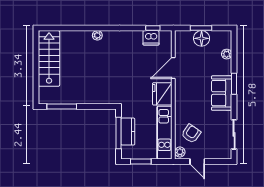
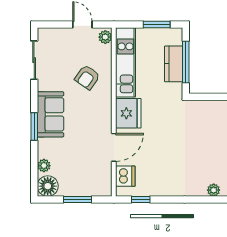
dishwasher: (151, 38) -> (125, 176), moved, turned 90
floor lamp: (202, 38) -> (48, 186), moved
armchair: (191, 134) -> (87, 77), moved

